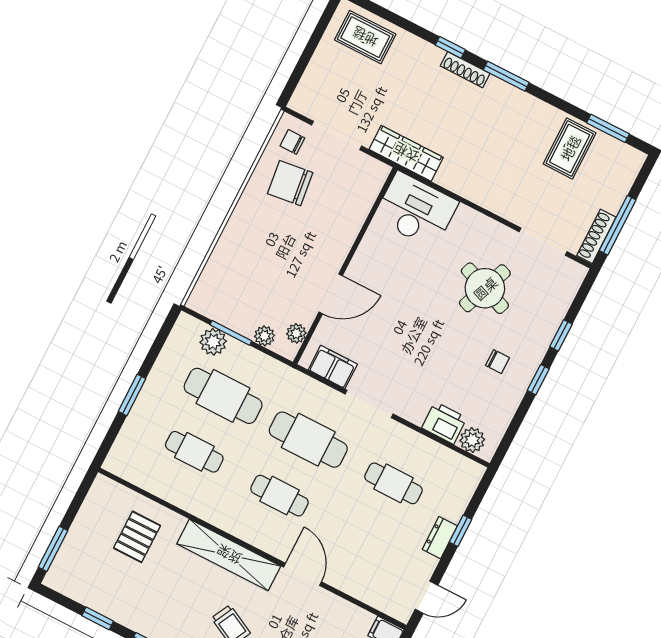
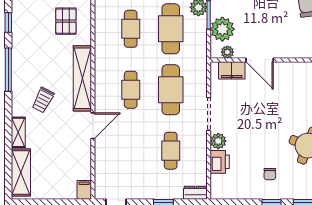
plant: (264, 336) -> (222, 29), width x1.87, depth x1.87
filing cabinet: (333, 367) -> (232, 70), moved, turned 90
plant: (472, 440) -> (218, 141), moved
pallet: (137, 537) -> (66, 21), turned 90
dresser: (440, 538) -> (195, 193), moved

